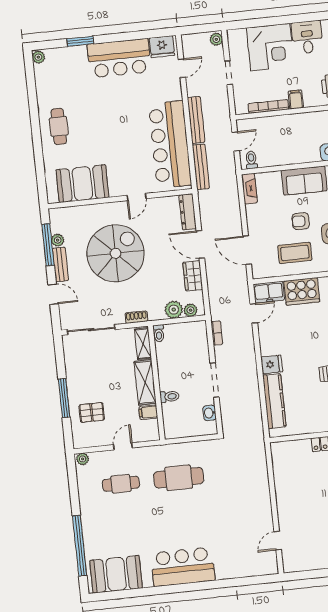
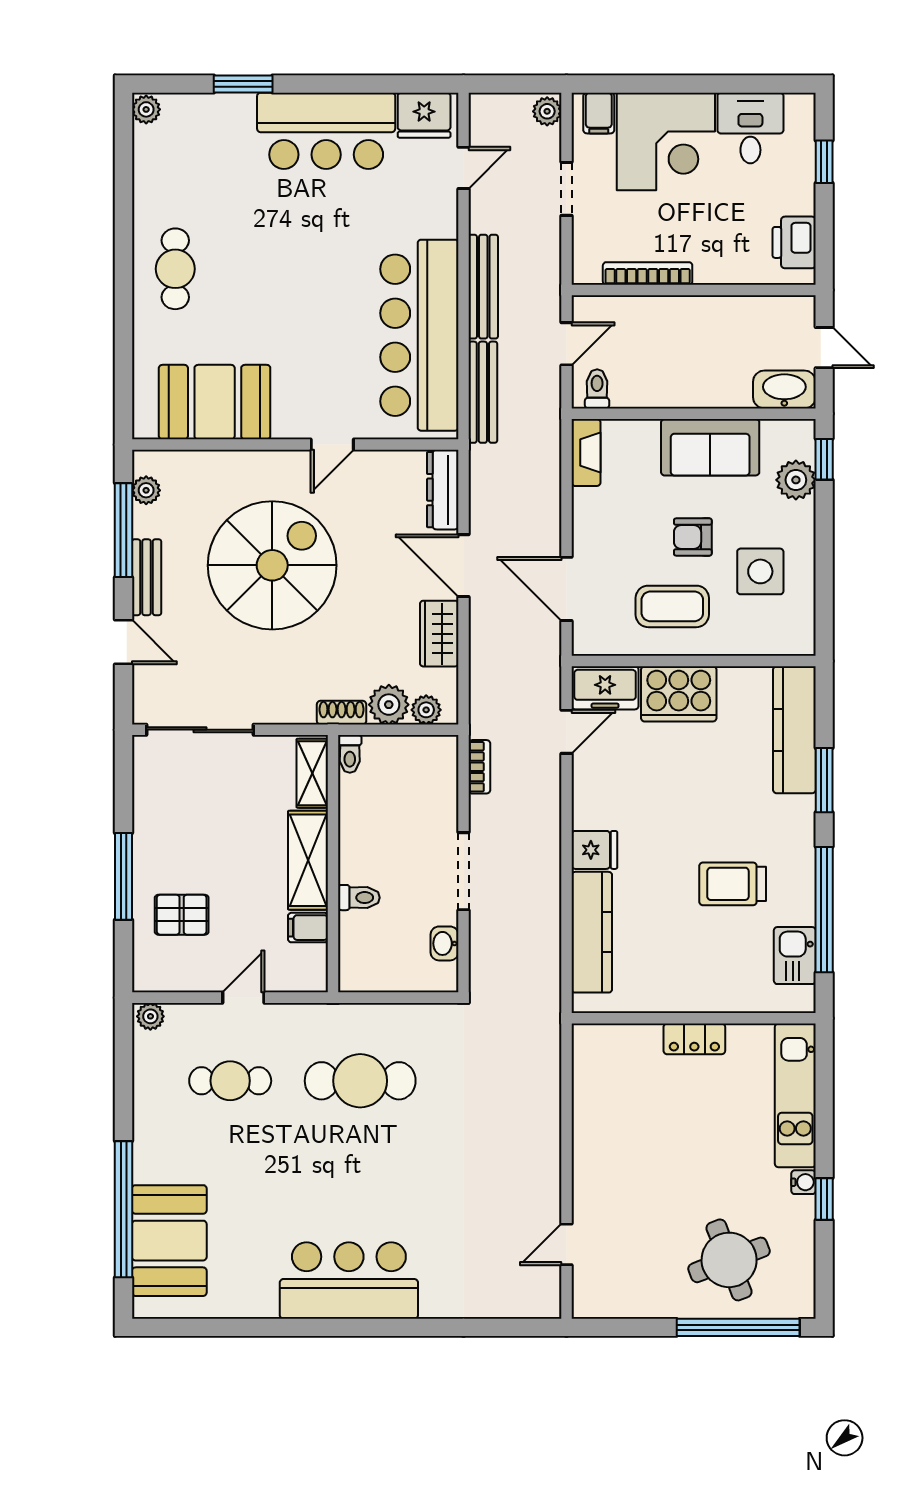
filing cabinet: (296, 99) -> (599, 113), moved, turned 180
plant: (58, 240) -> (146, 490), moved
shoe rack: (136, 317) -> (342, 713), moved
booth: (116, 574) -> (169, 1241), moved, turned 90

